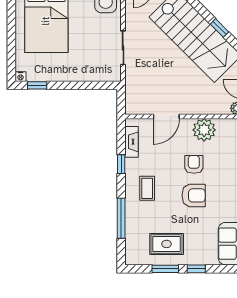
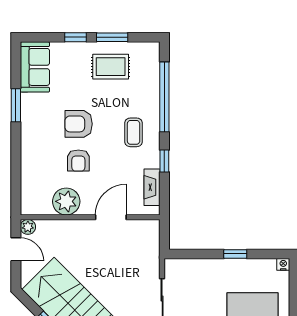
window: (37, 85) -> (235, 254), moved
window: (121, 218) -> (164, 97), width x1.46

